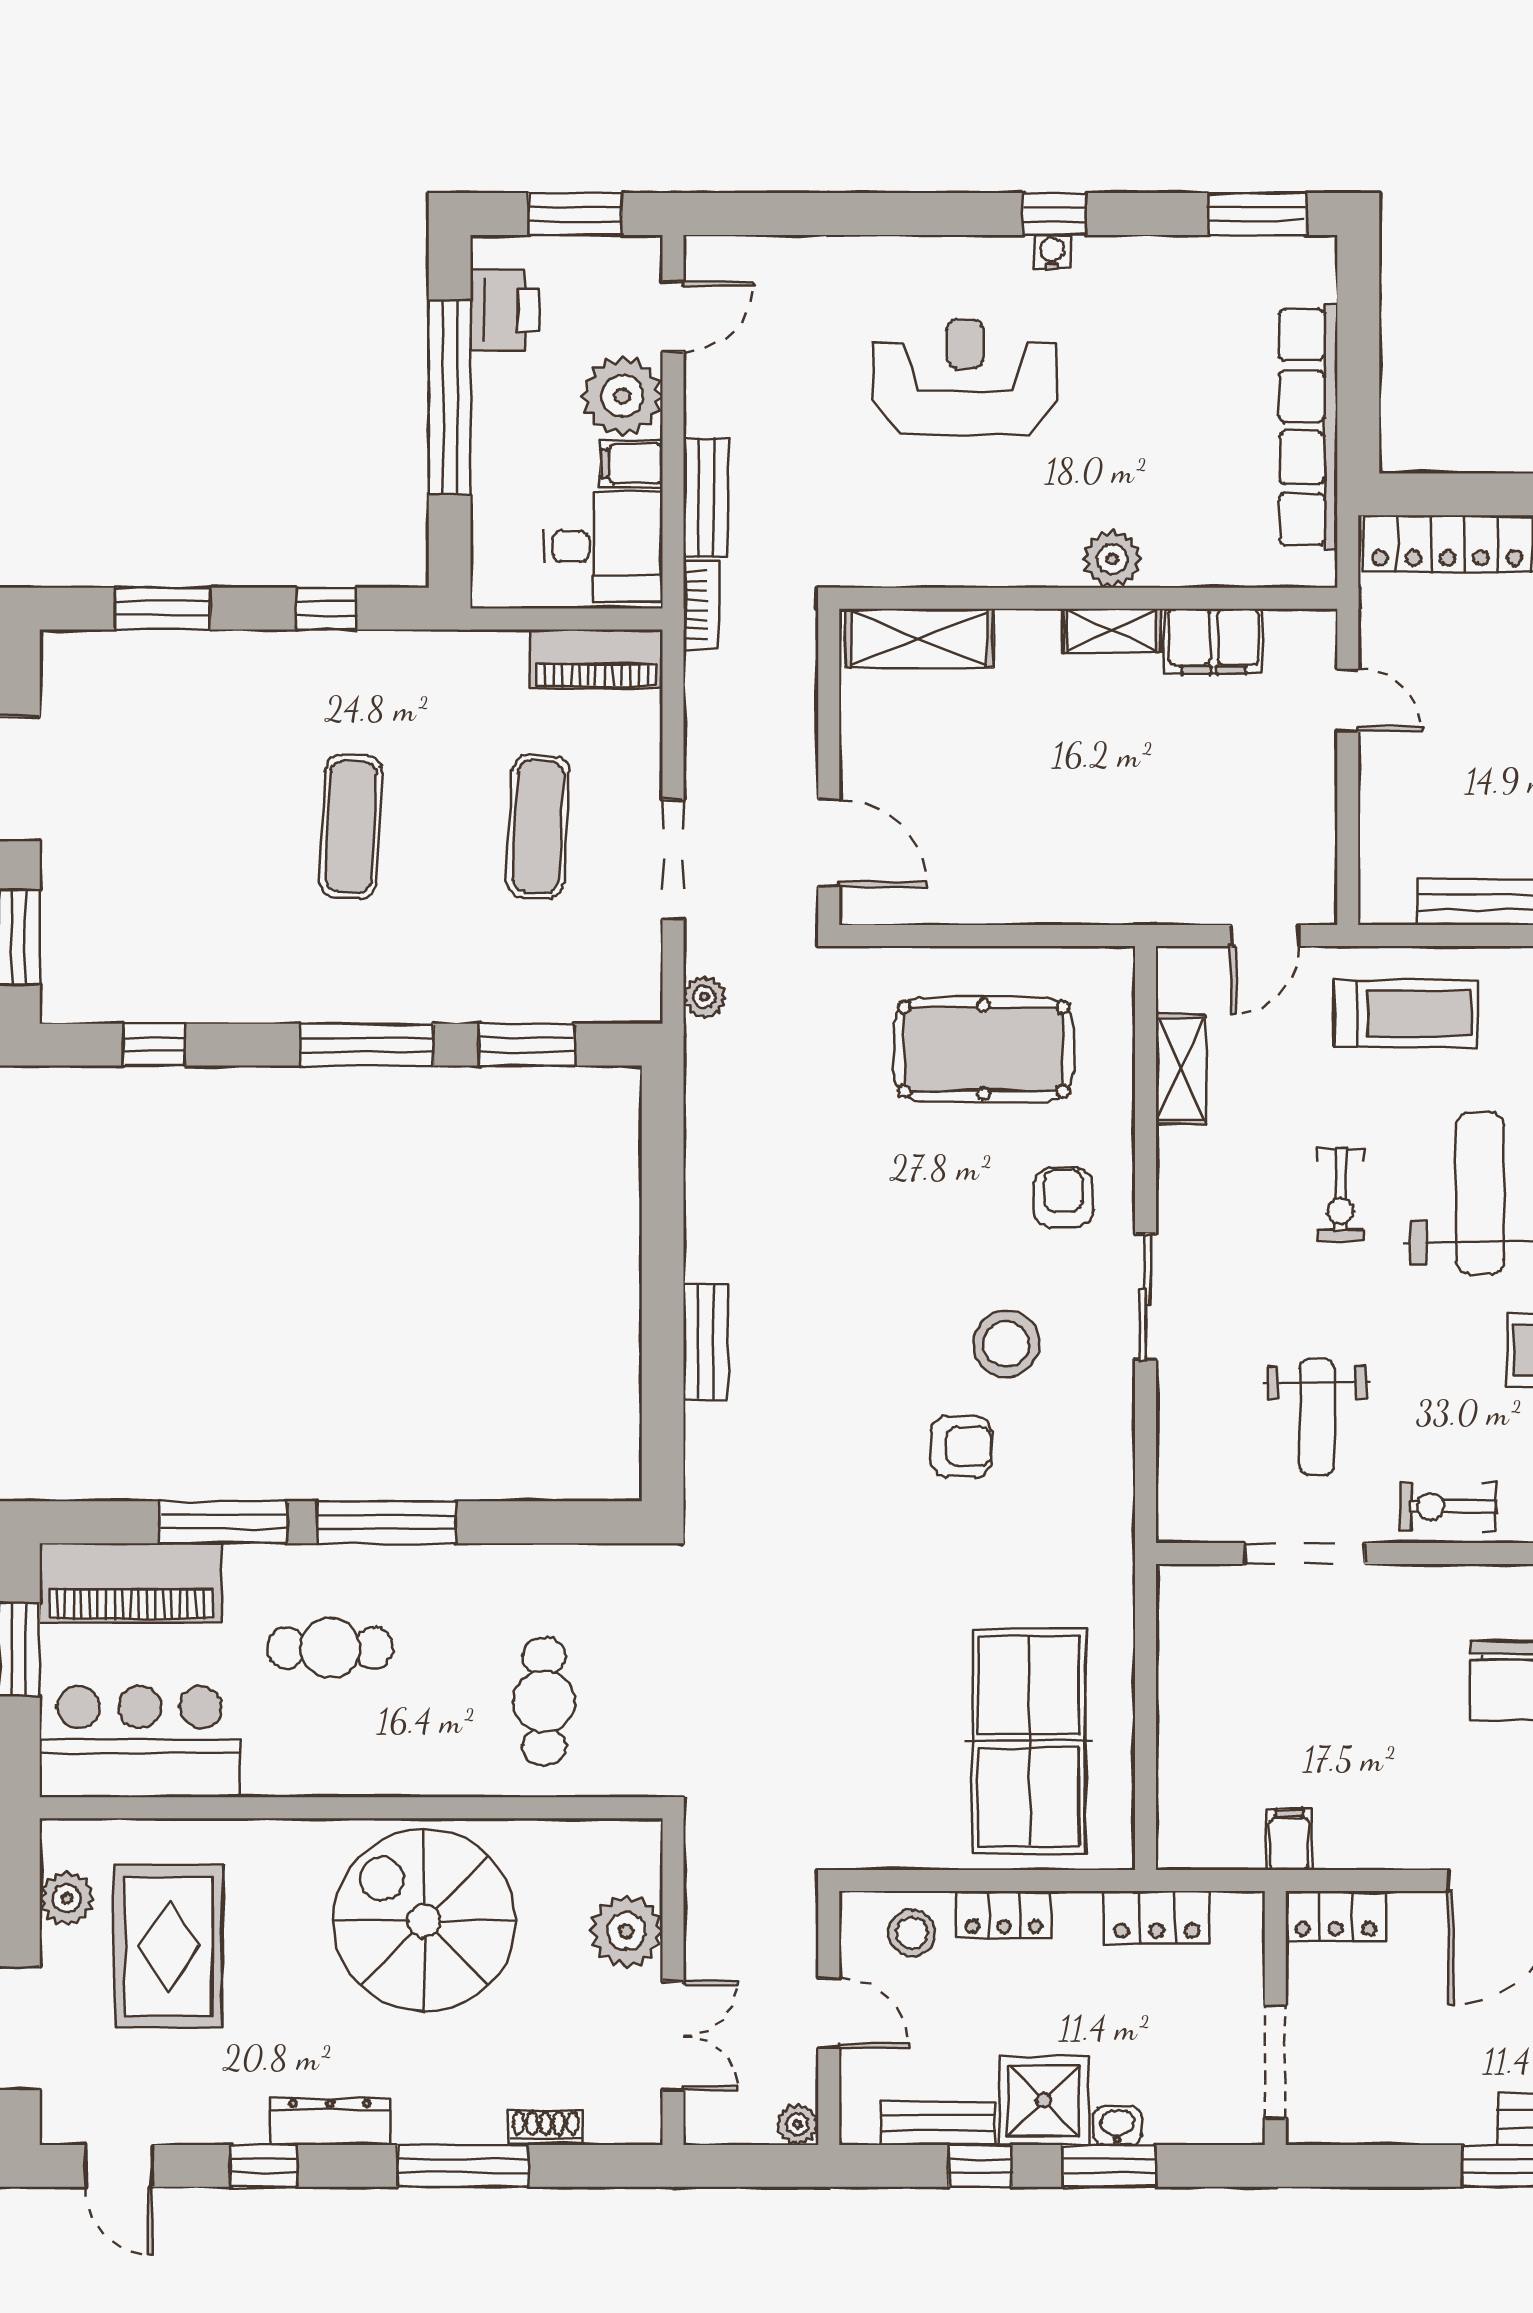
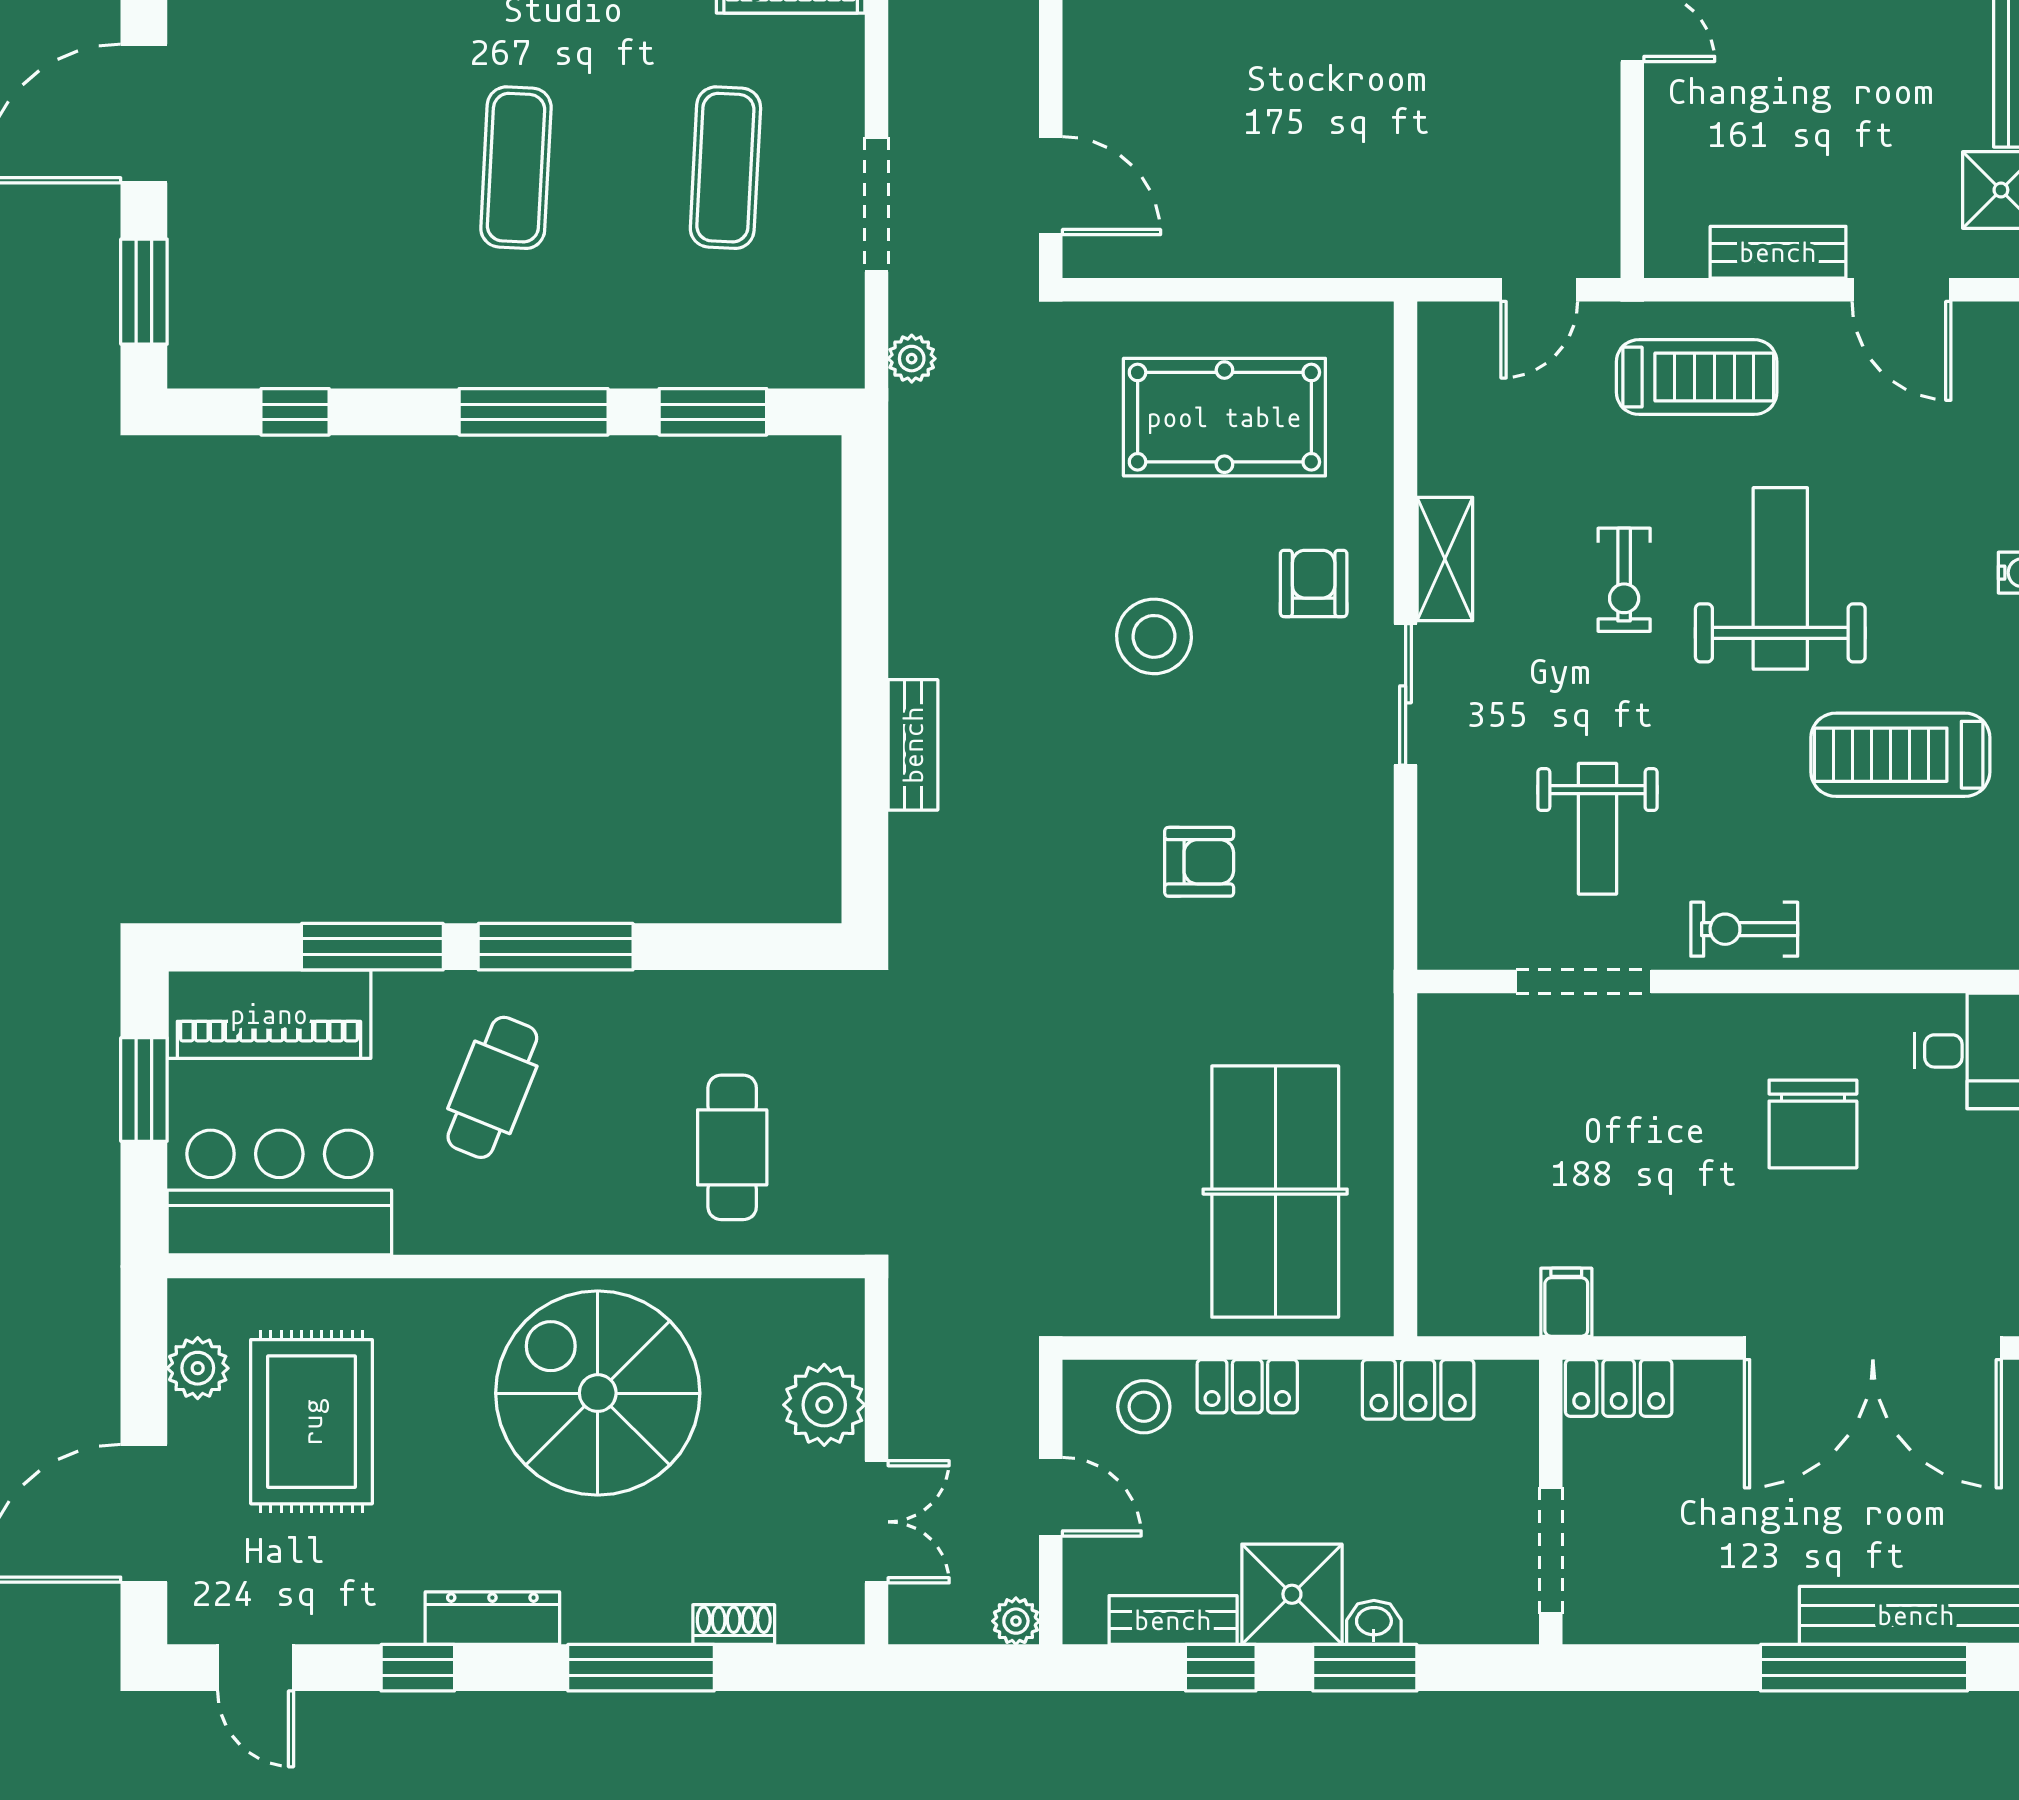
shelving: (1181, 1069) -> (1445, 559), moved
stool: (1007, 1344) -> (1154, 636), moved
cafe table: (330, 1648) -> (492, 1087), turned -68

